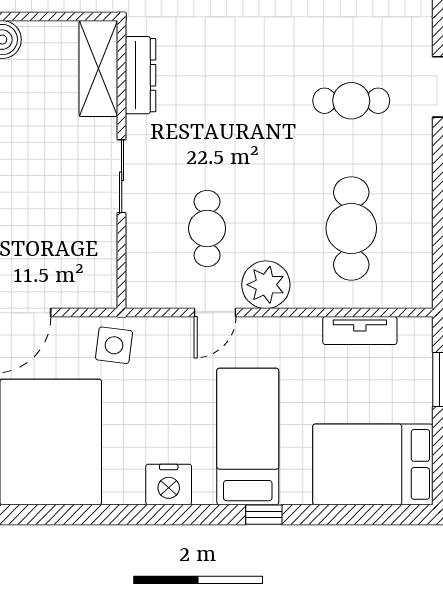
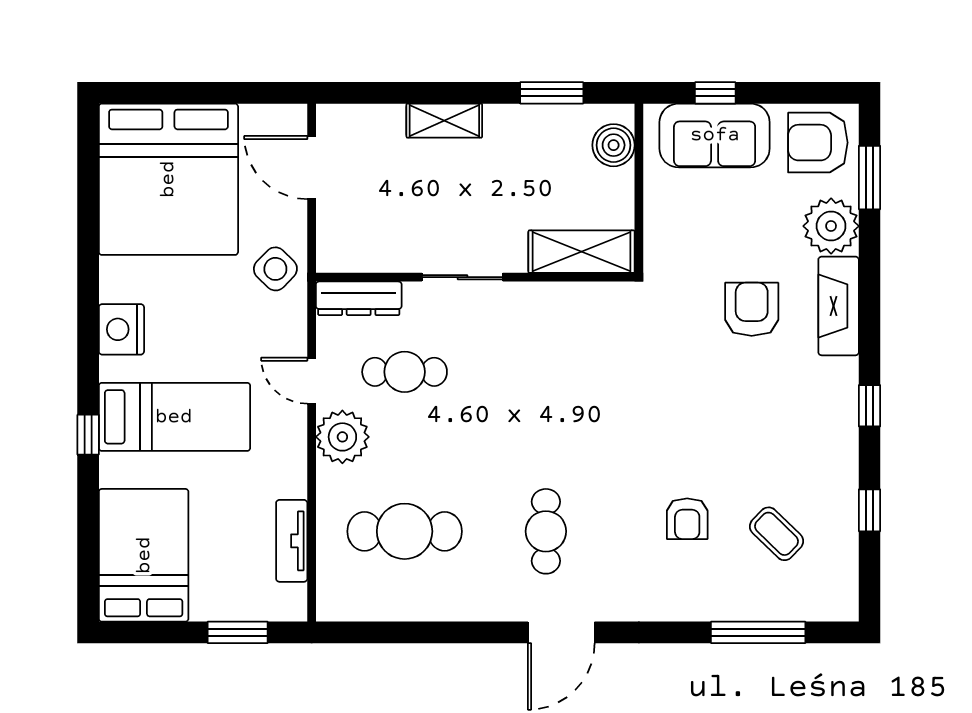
dresser: (141, 75) -> (359, 298), moved
side table: (114, 345) -> (275, 269), turned 37

